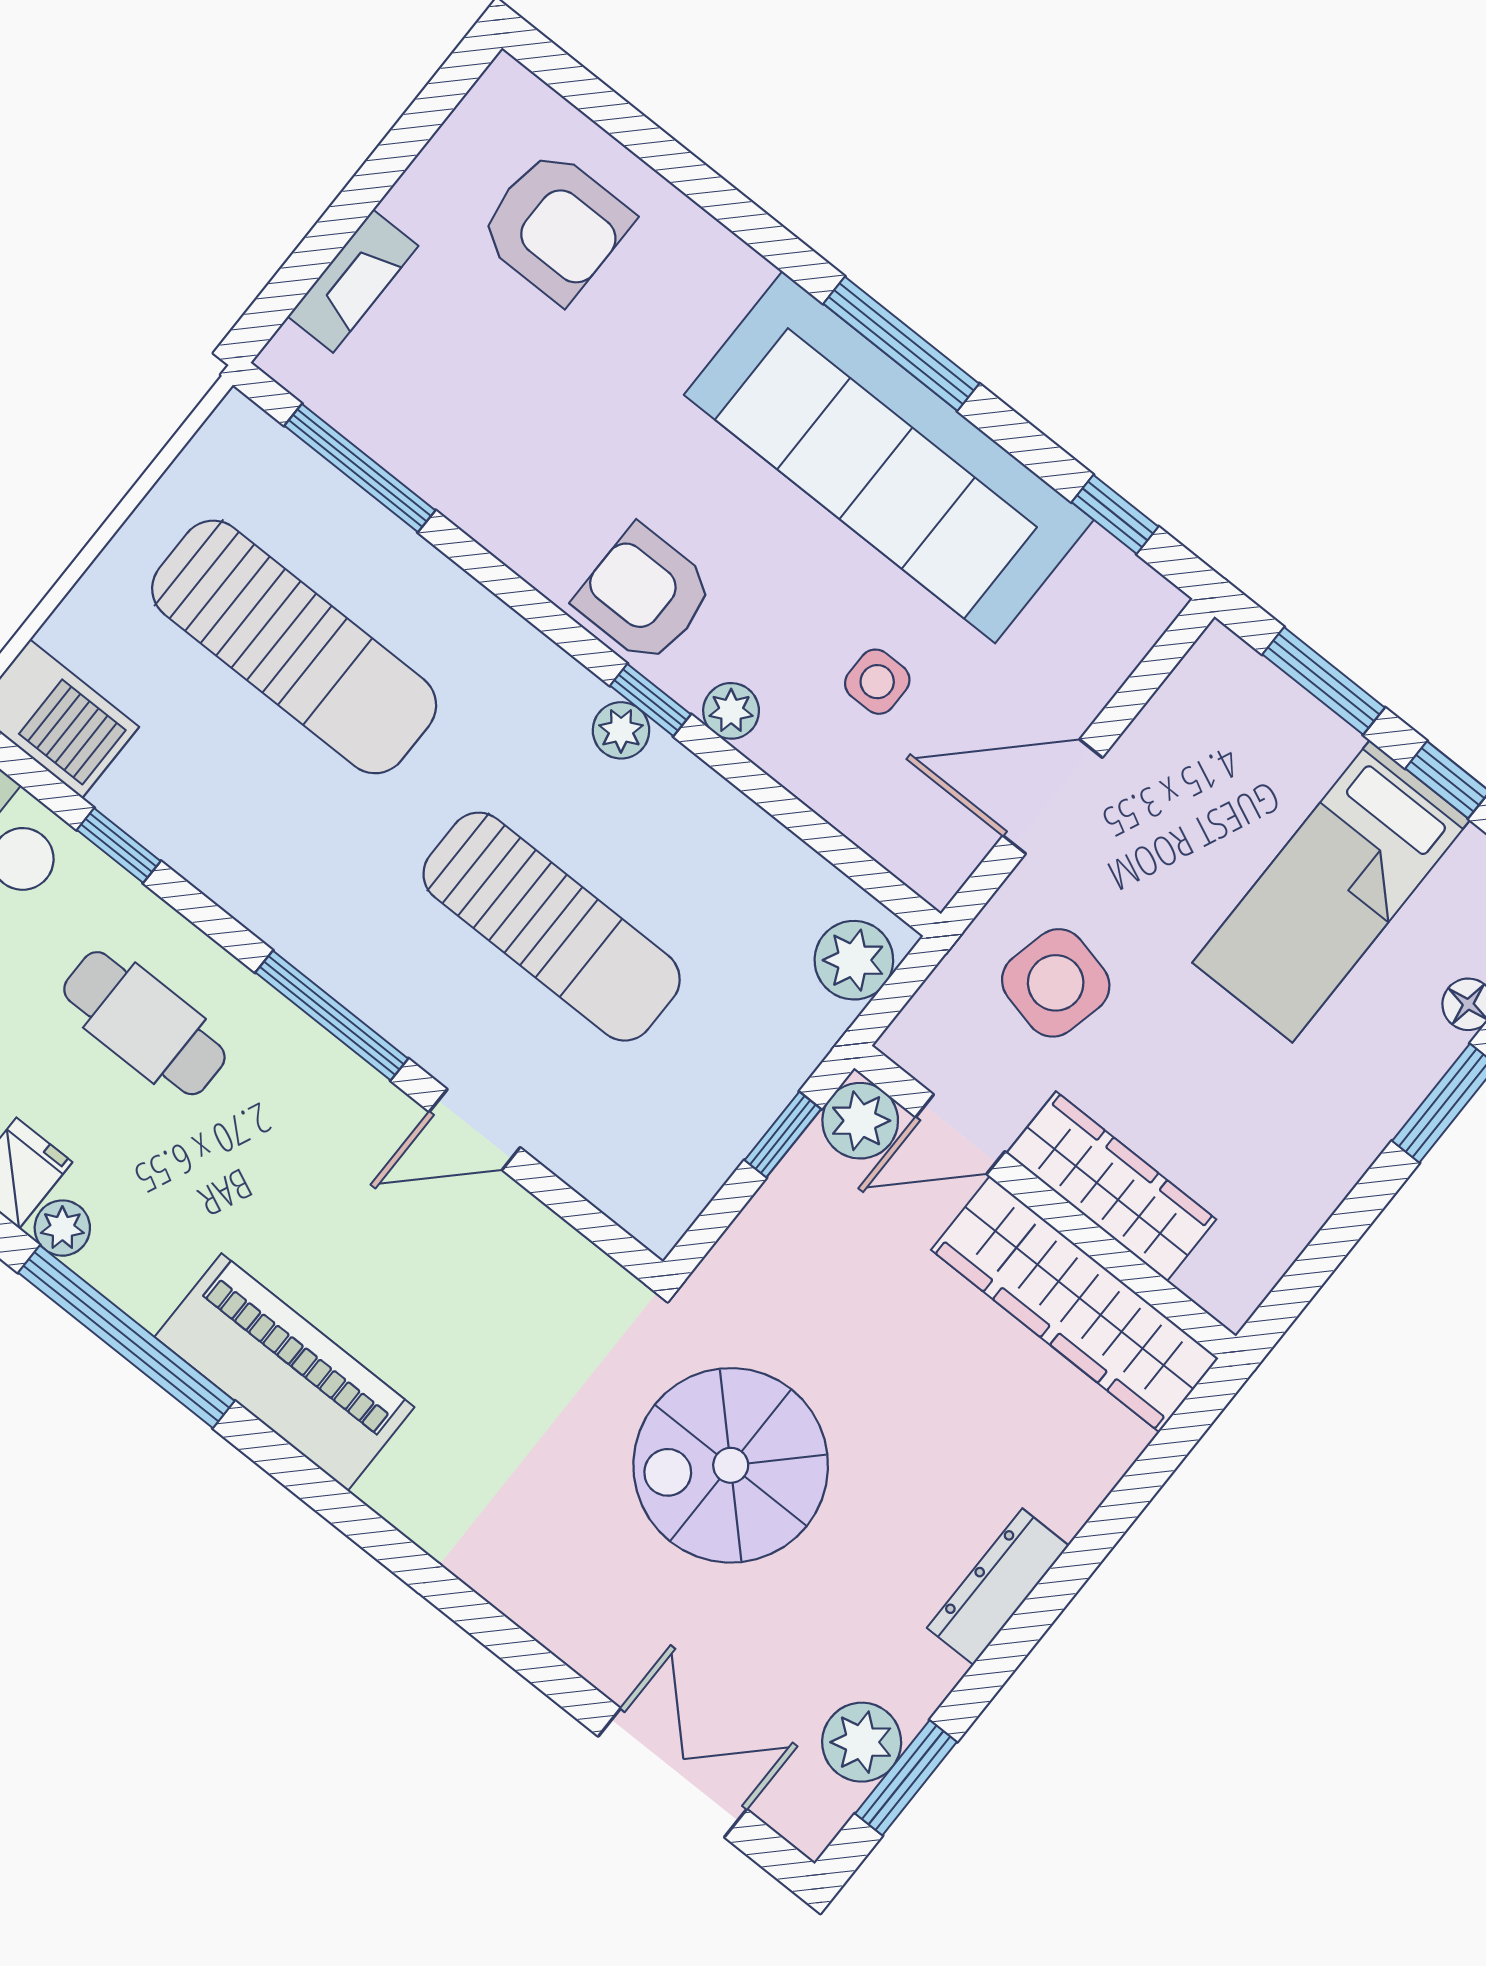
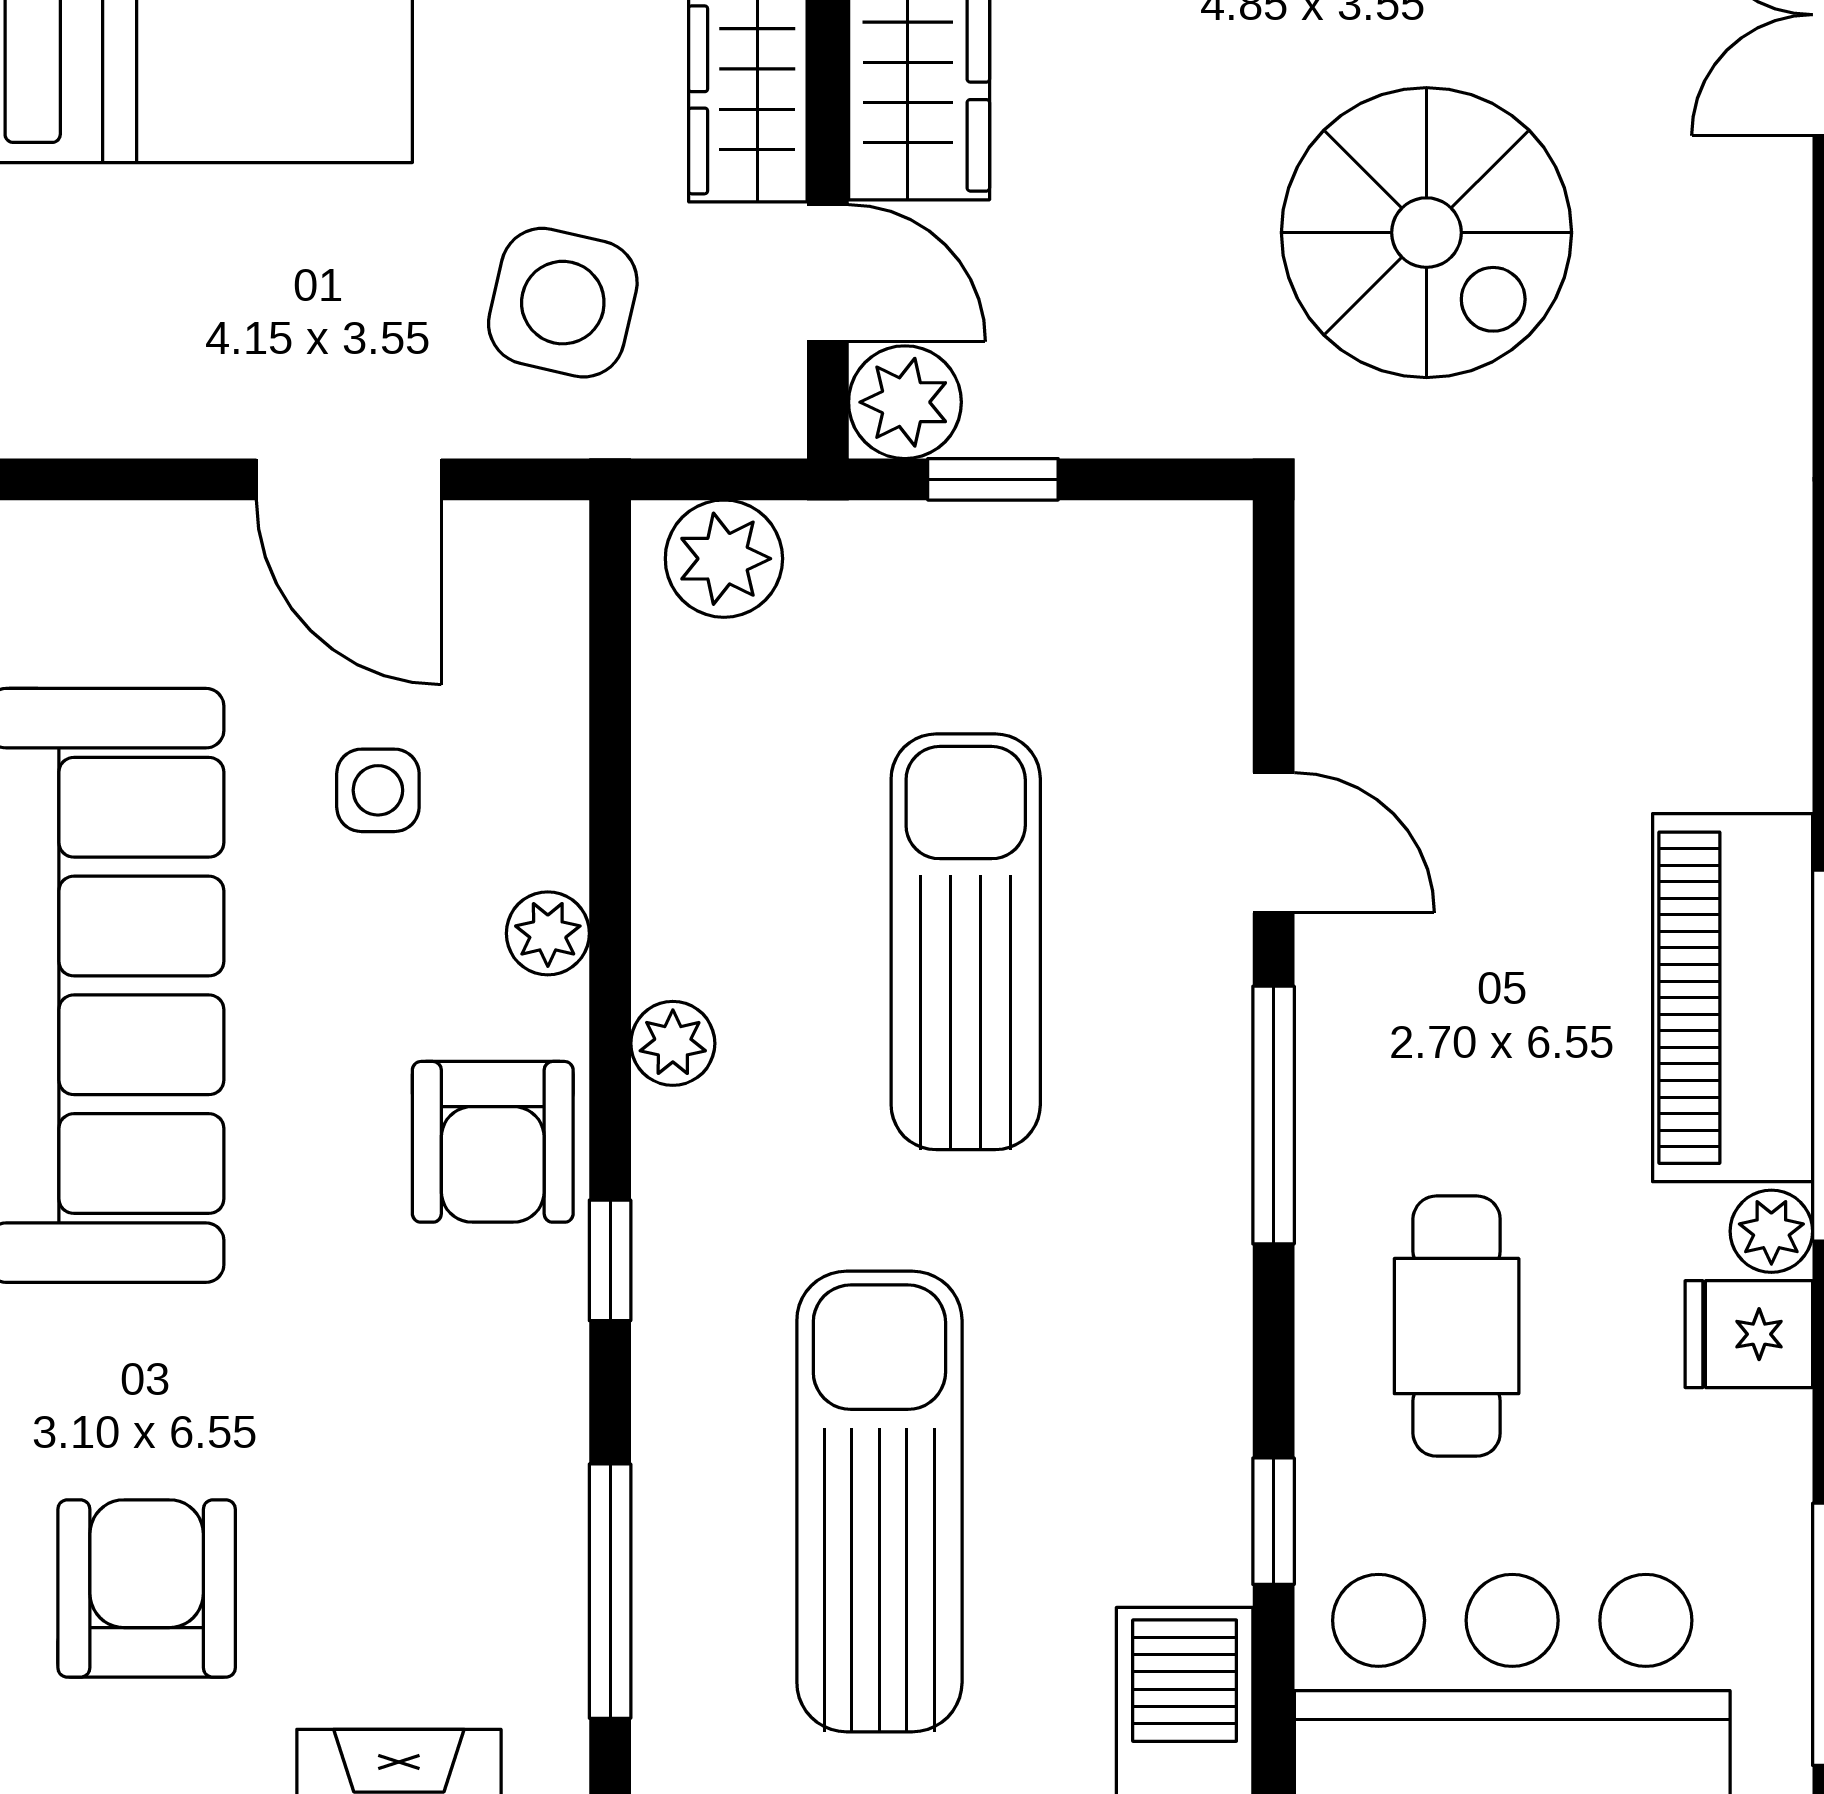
window: (650, 700) -> (610, 1260), moved
piano: (285, 1372) -> (1733, 998), moved

